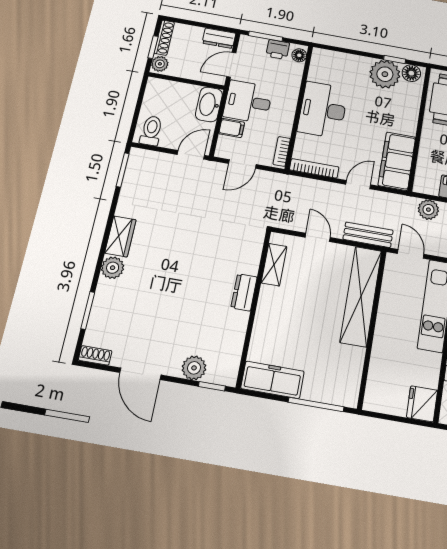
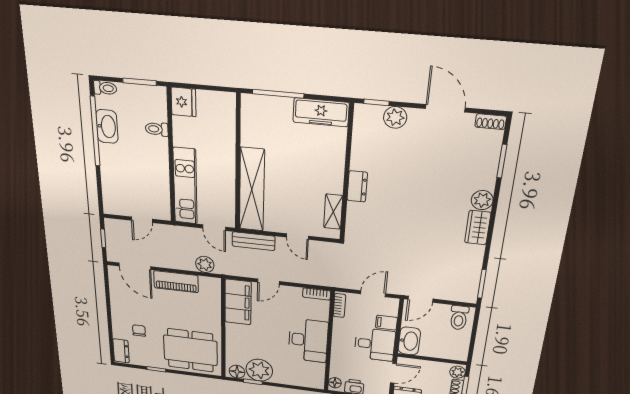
bookcase: (314, 168) -> (317, 294), width x0.64

